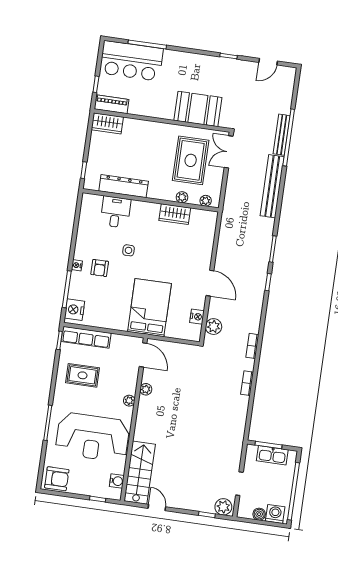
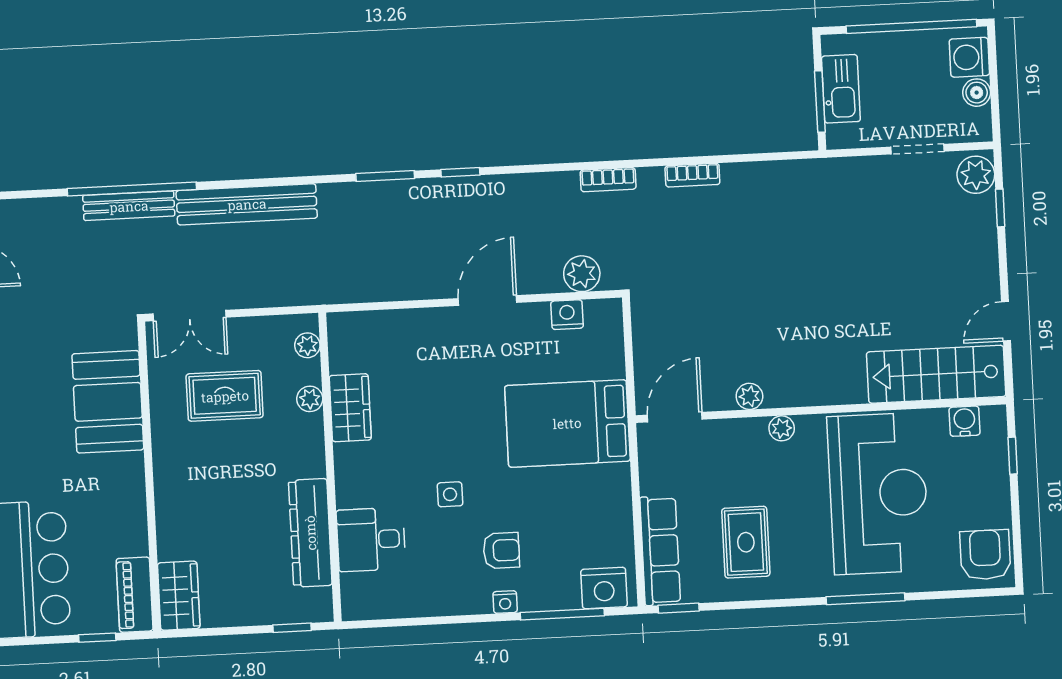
rug: (191, 160) -> (225, 396), width x0.73, depth x0.70

